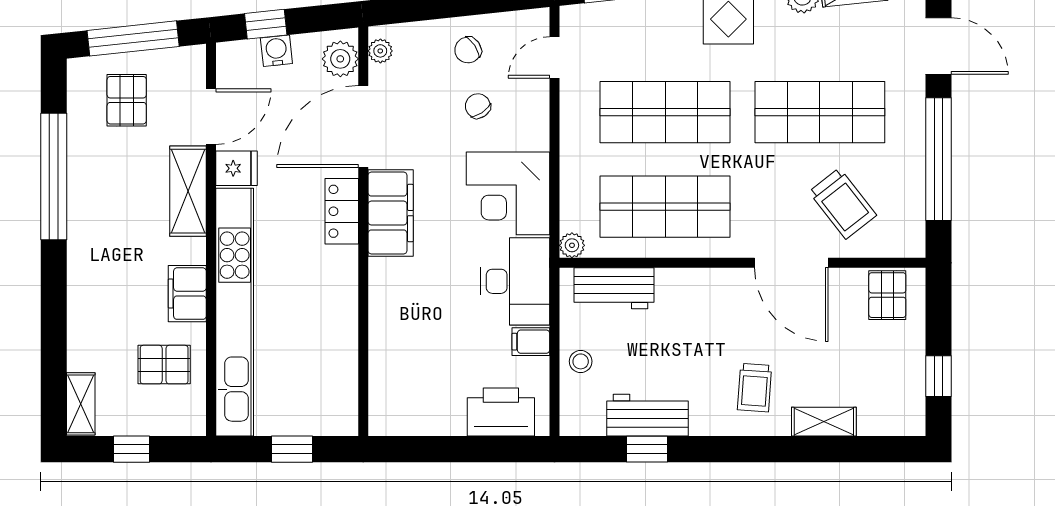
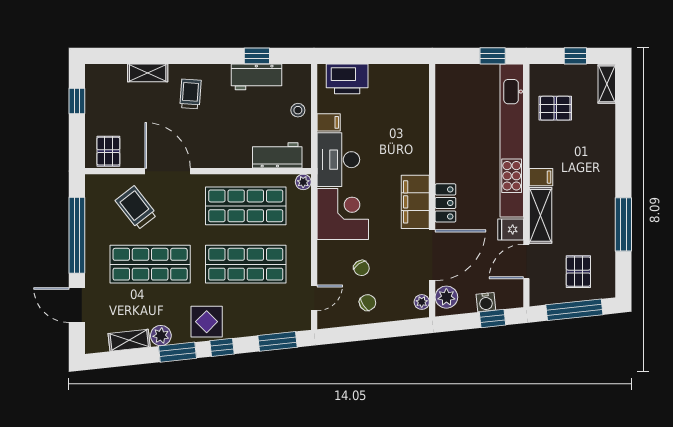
window: (54, 177) -> (623, 224), width x0.68
filing cabinet: (187, 294) -> (541, 177), moved, width x0.50
window: (292, 449) -> (493, 56), moved

